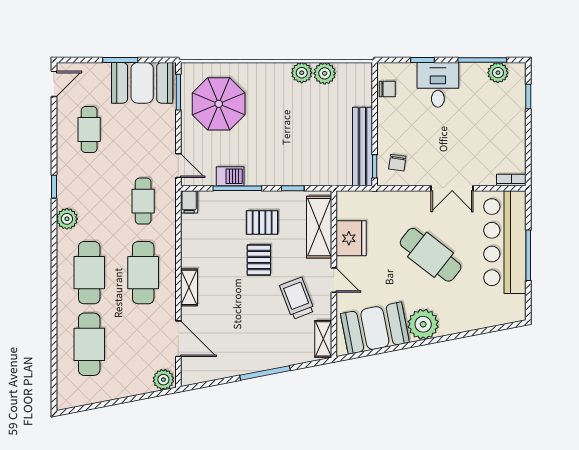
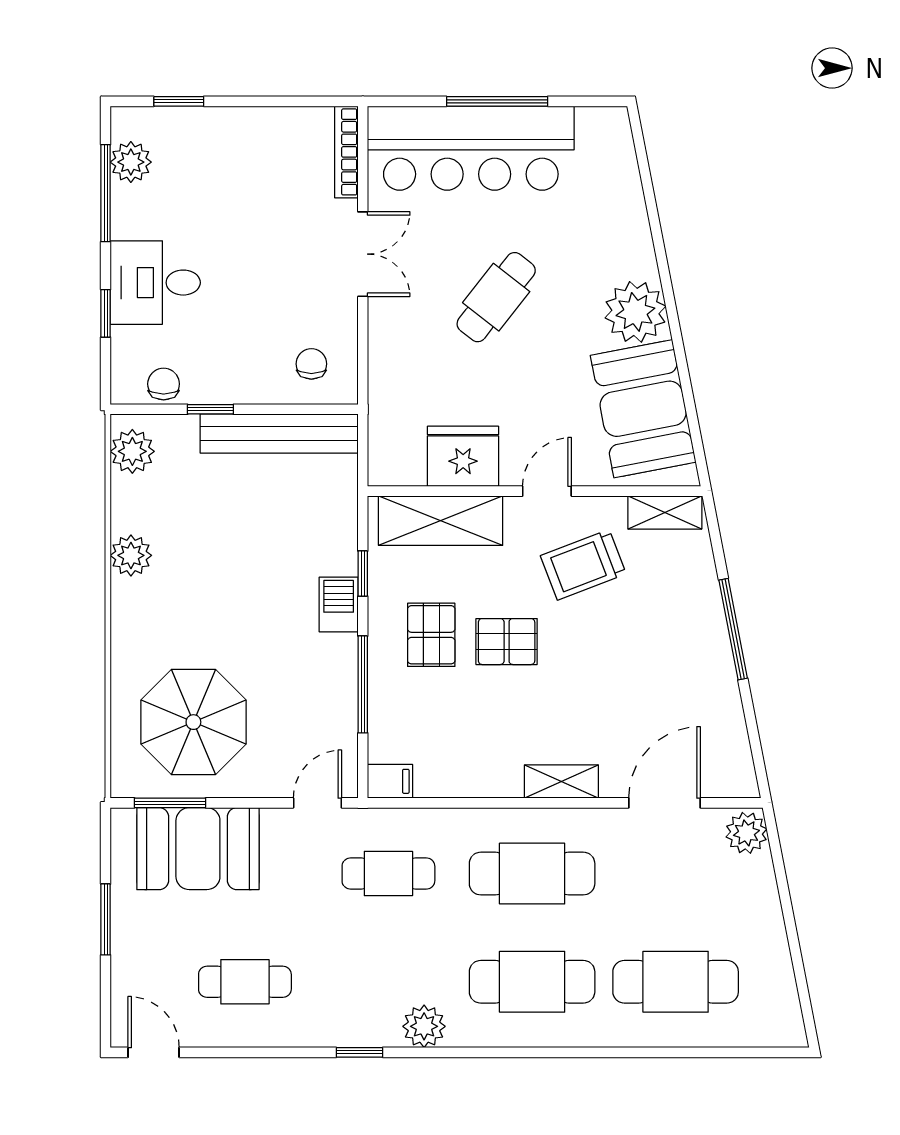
plant: (325, 73) -> (132, 451), moved
booth: (142, 83) -> (198, 849), moved, turned 90
chair: (397, 163) -> (311, 364), turned -98
window: (375, 166) -> (210, 409), moved
barbecue: (230, 176) -> (339, 605), moved
bookcase: (511, 180) -> (346, 152), width x1.56
cafe table: (431, 255) -> (496, 297), width x0.73, depth x0.74

